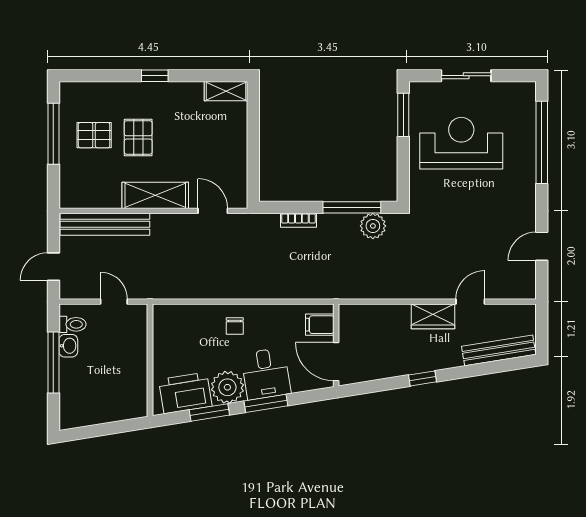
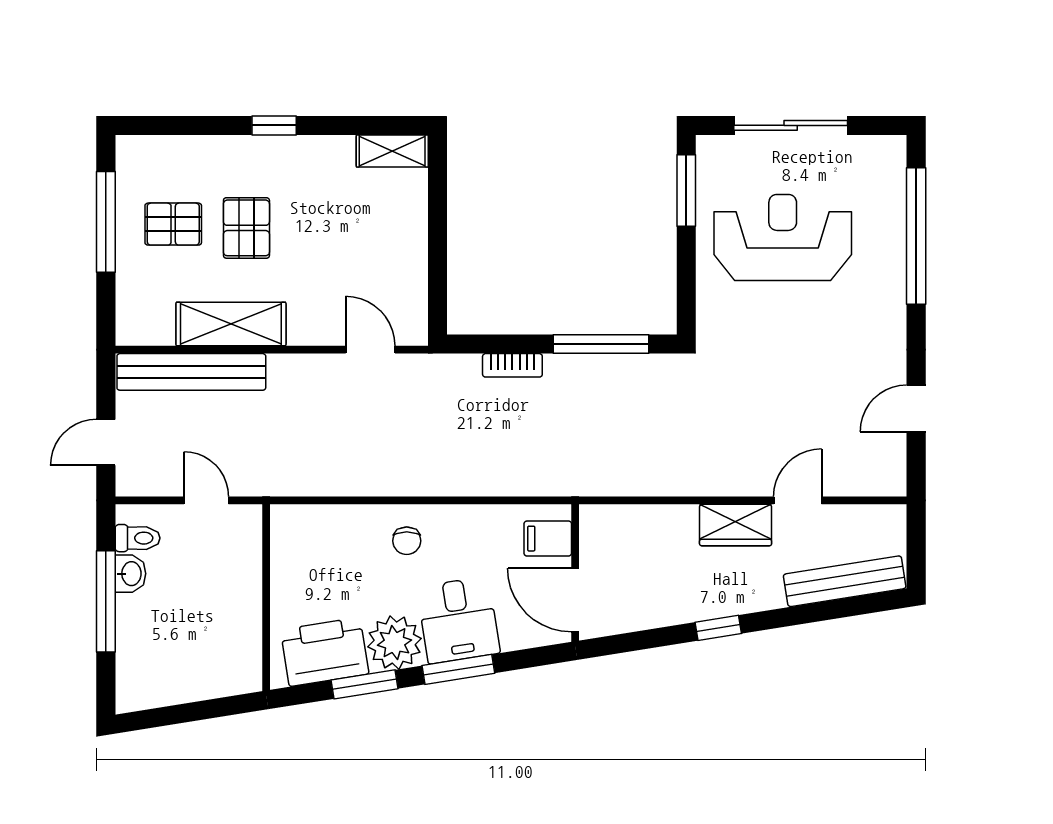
sliding door: (466, 76) -> (791, 125), width x1.37
shelving: (155, 195) -> (231, 324), moved
plant: (373, 226) -> (636, 375), removed

